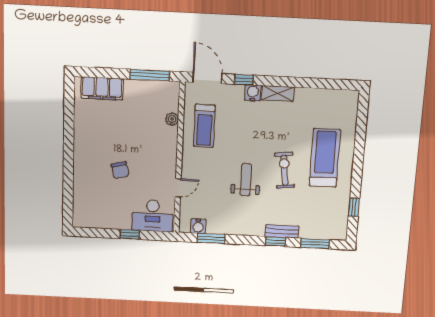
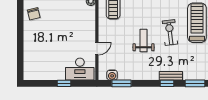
chair: (120, 170) -> (34, 14), moved

